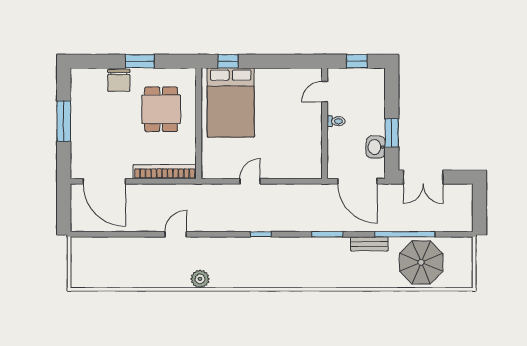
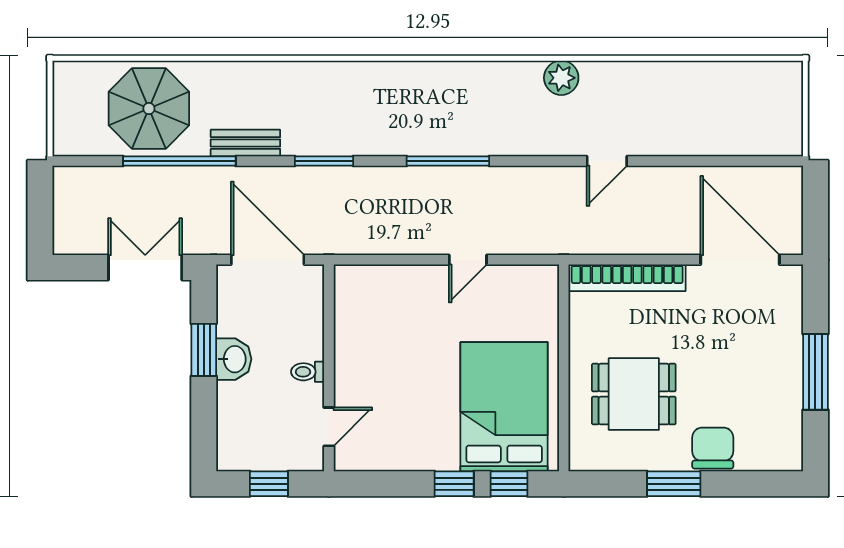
window: (257, 61) -> (454, 484), added
dining table: (161, 109) -> (634, 394), turned 90
washbasin: (376, 147) -> (234, 359), moved
window: (261, 234) -> (448, 161), width x2.17

